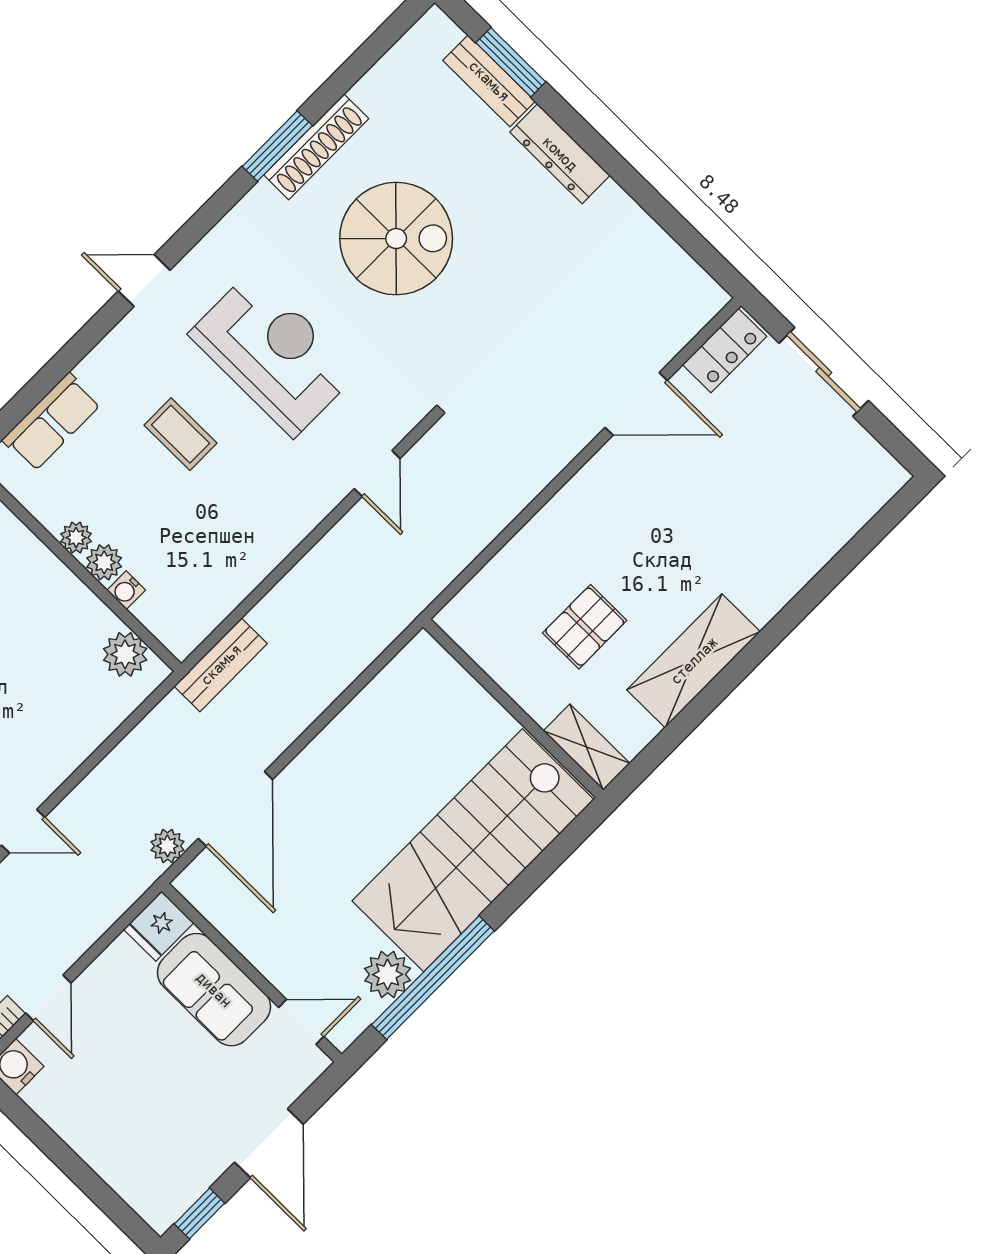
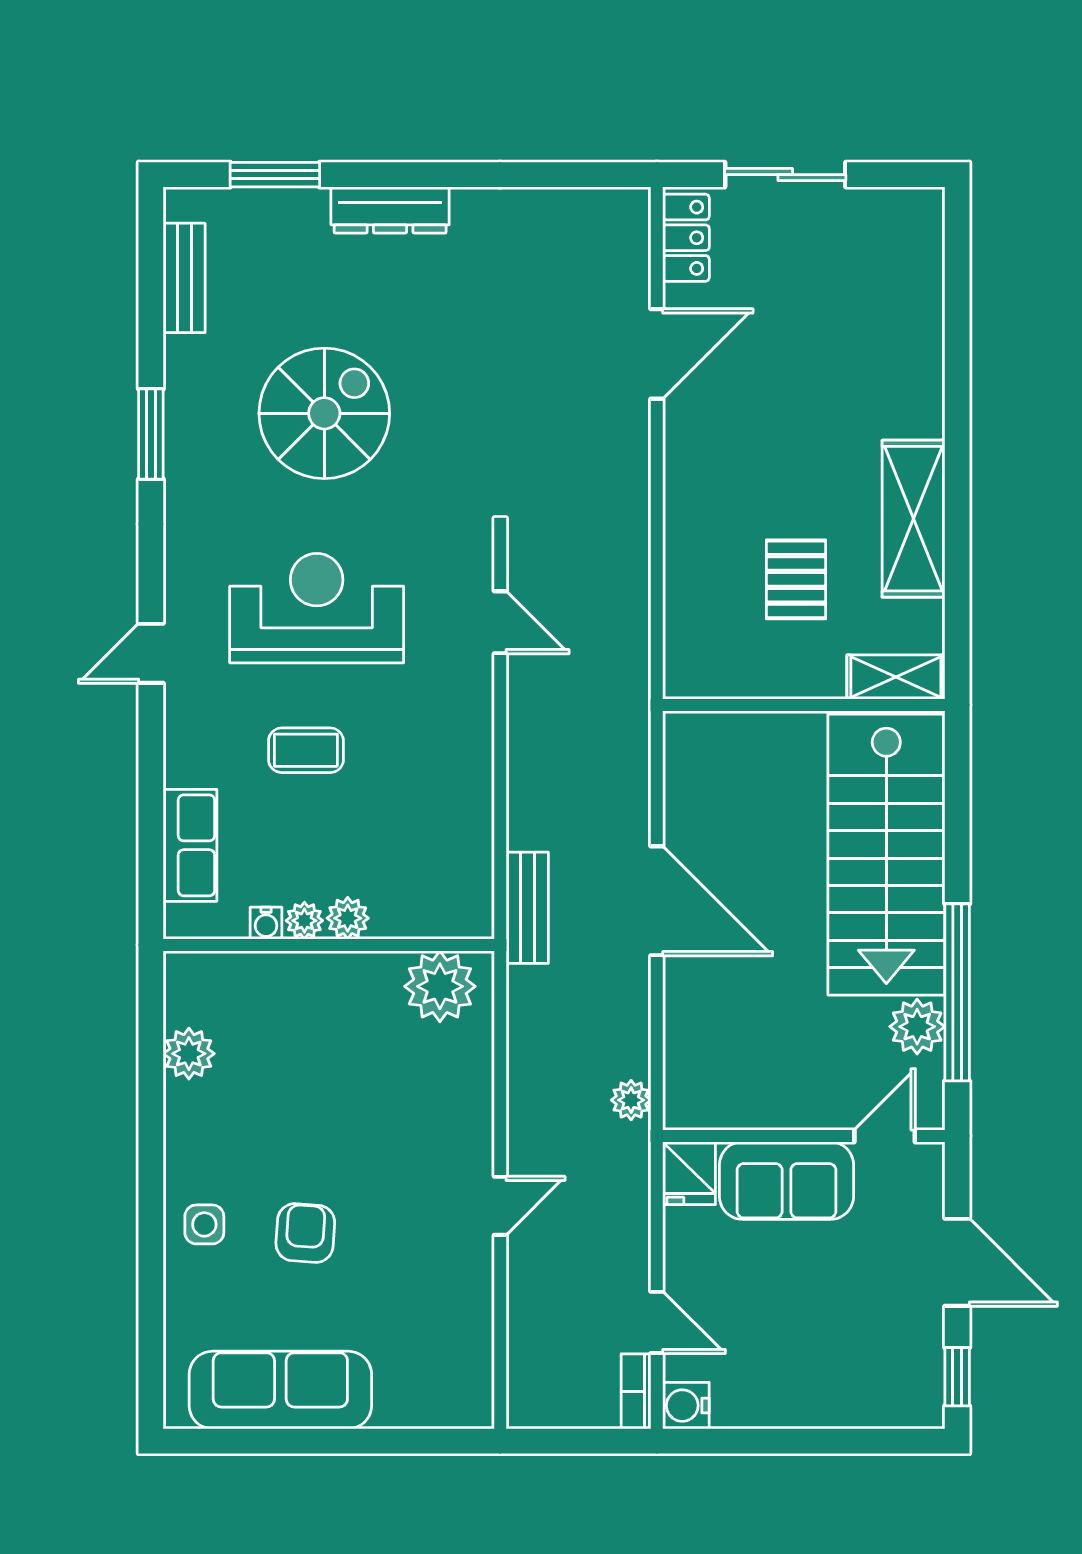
bench: (489, 81) -> (184, 278), moved, turned 90
shoe rack: (316, 147) -> (184, 403), removed
water cooler: (126, 590) -> (266, 923), moved
plant: (125, 654) -> (440, 986), width x1.36, depth x1.36
door: (235, 809) -> (657, 901), moved

